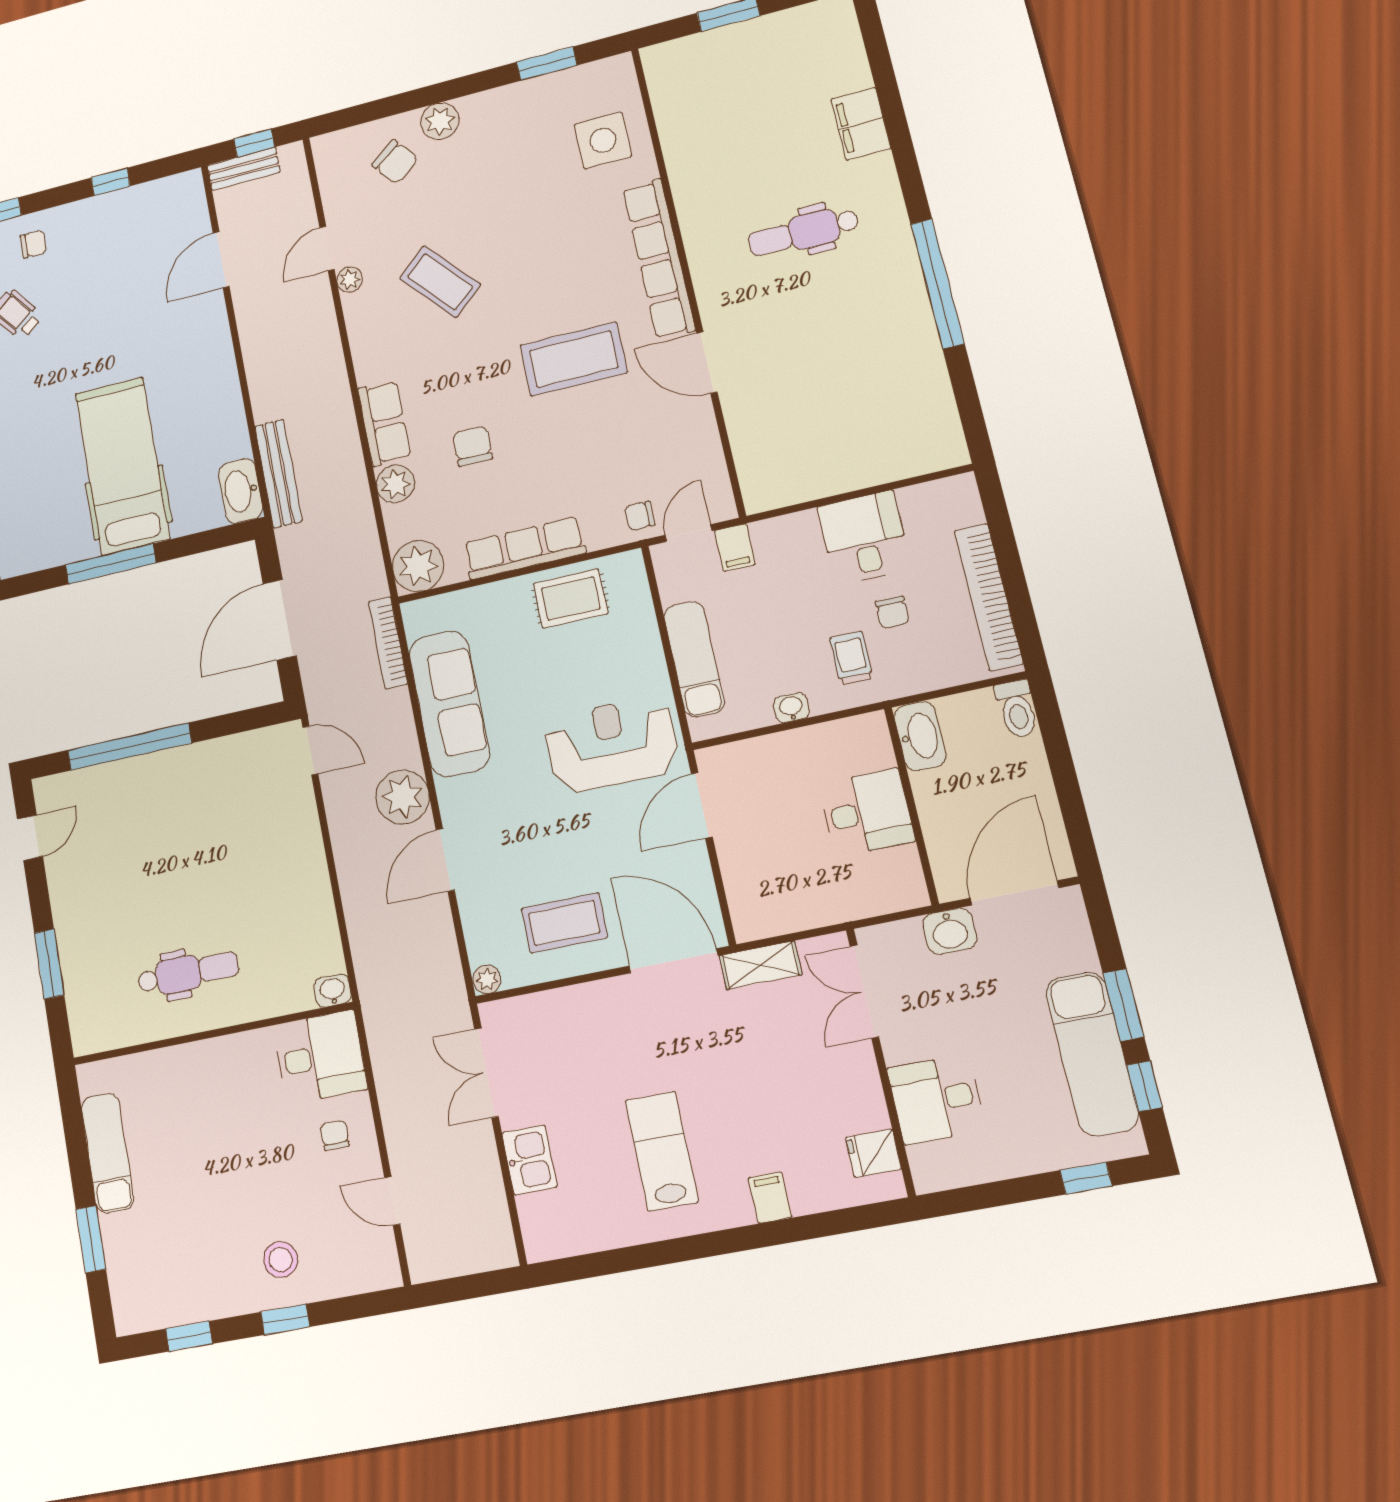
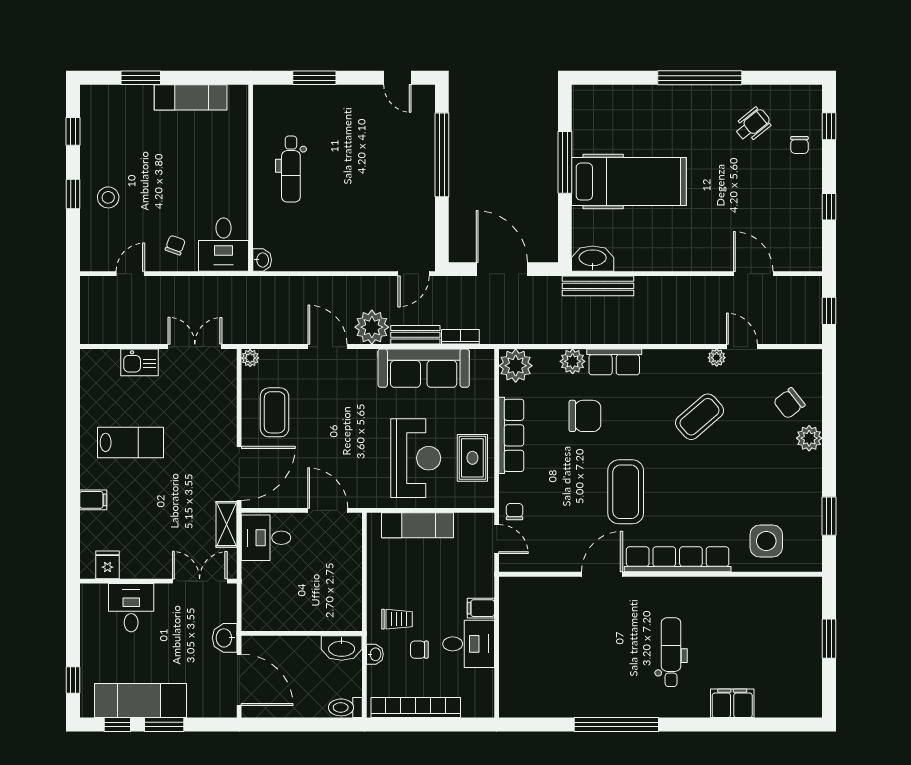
bench: (244, 169) -> (415, 335), moved, turned 90
chair: (473, 446) -> (585, 416), width x1.37, depth x1.37
filing cabinet: (735, 548) -> (481, 608), moved
bookcase: (388, 643) -> (460, 337), width x0.64
washbasin: (791, 708) -> (375, 654), moved
reception desk: (612, 744) -> (416, 458), moved
desk: (867, 813) -> (266, 538), moved, turned 90
chair: (335, 1135) -> (175, 245), turned -70

